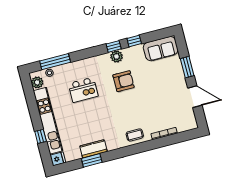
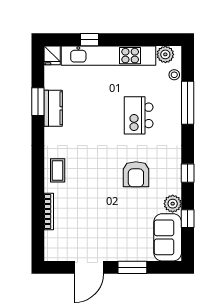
window: (134, 41) -> (188, 219), moved
plant: (117, 56) -> (173, 204), moved
window: (55, 62) -> (188, 103), moved

